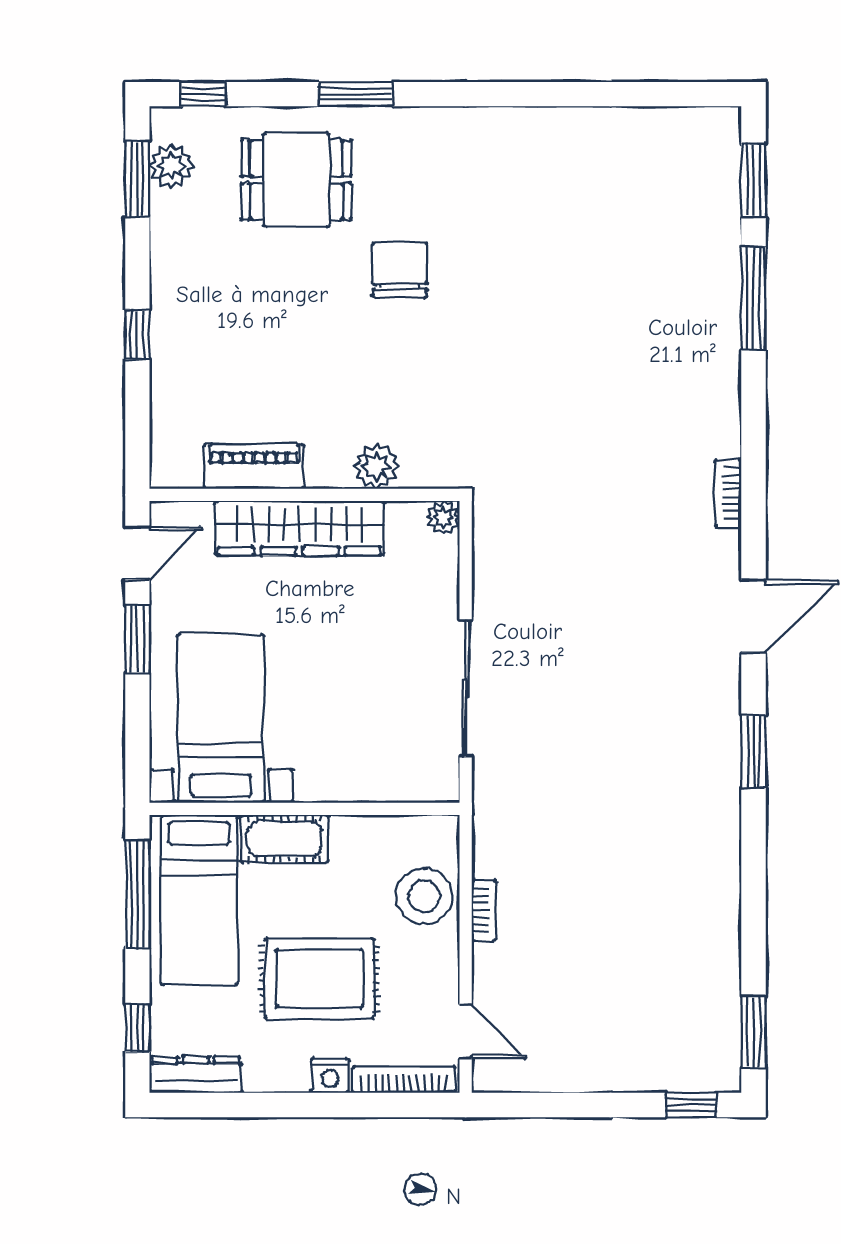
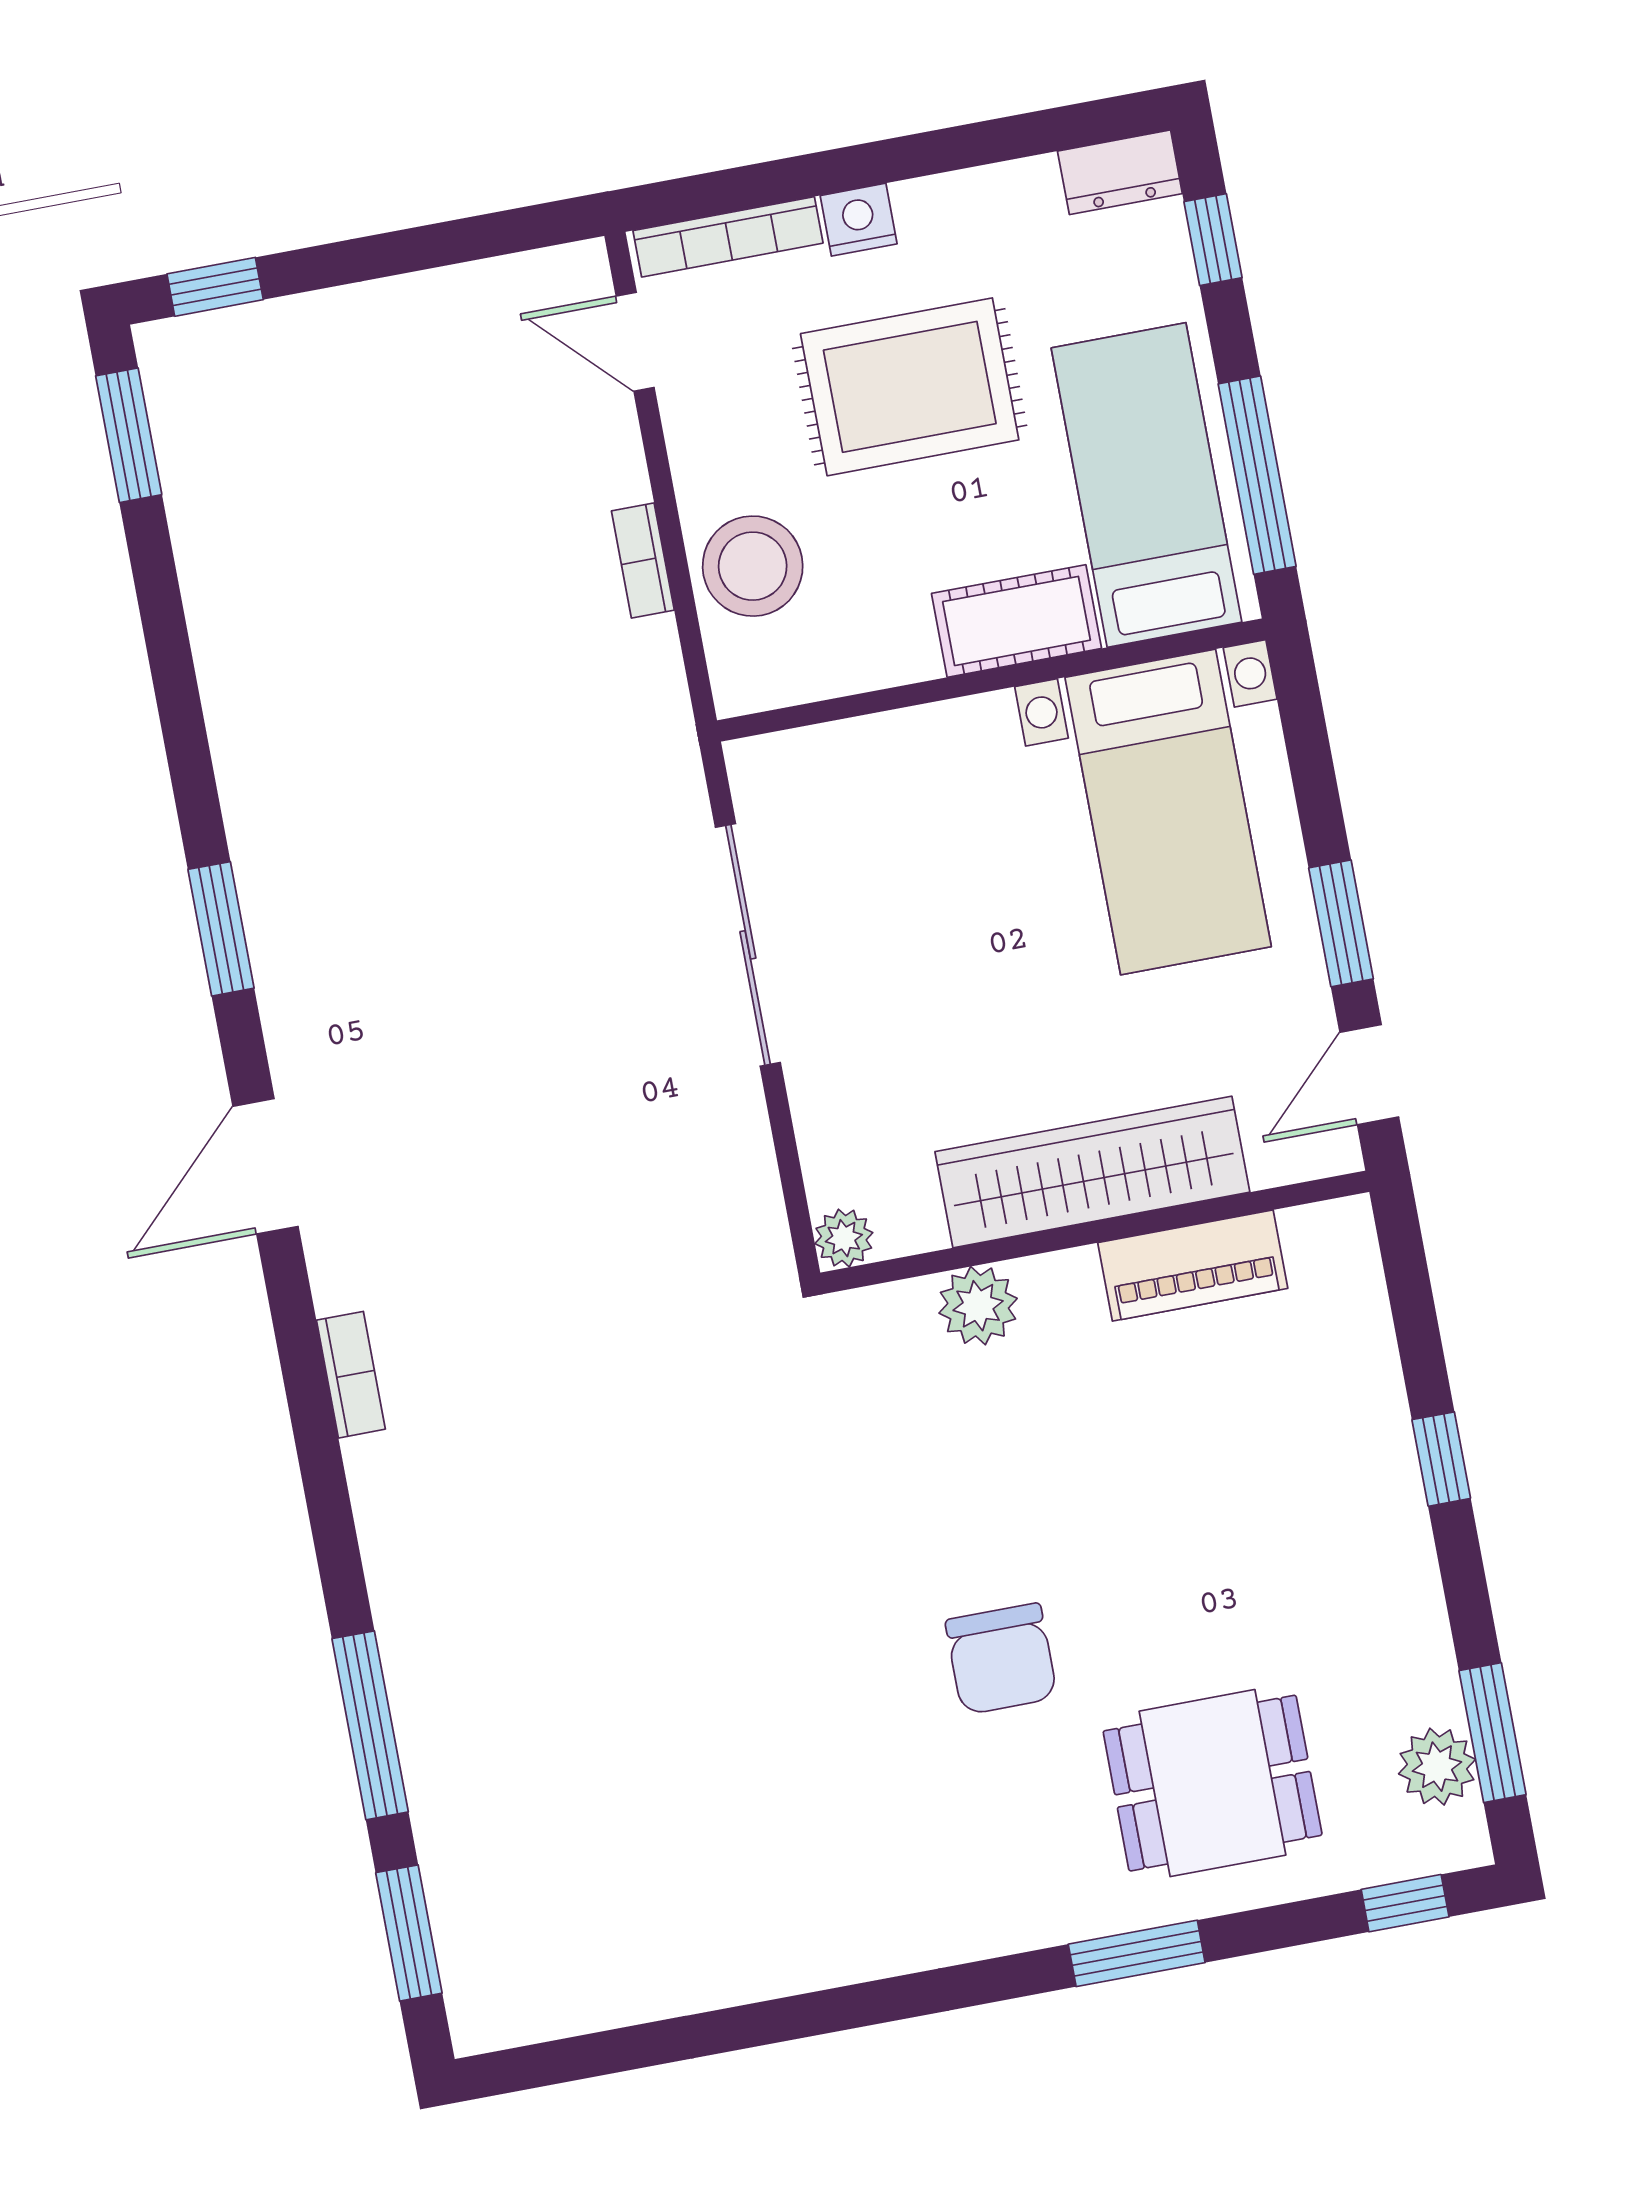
dresser: (196, 1075) -> (1120, 172), width x0.70

